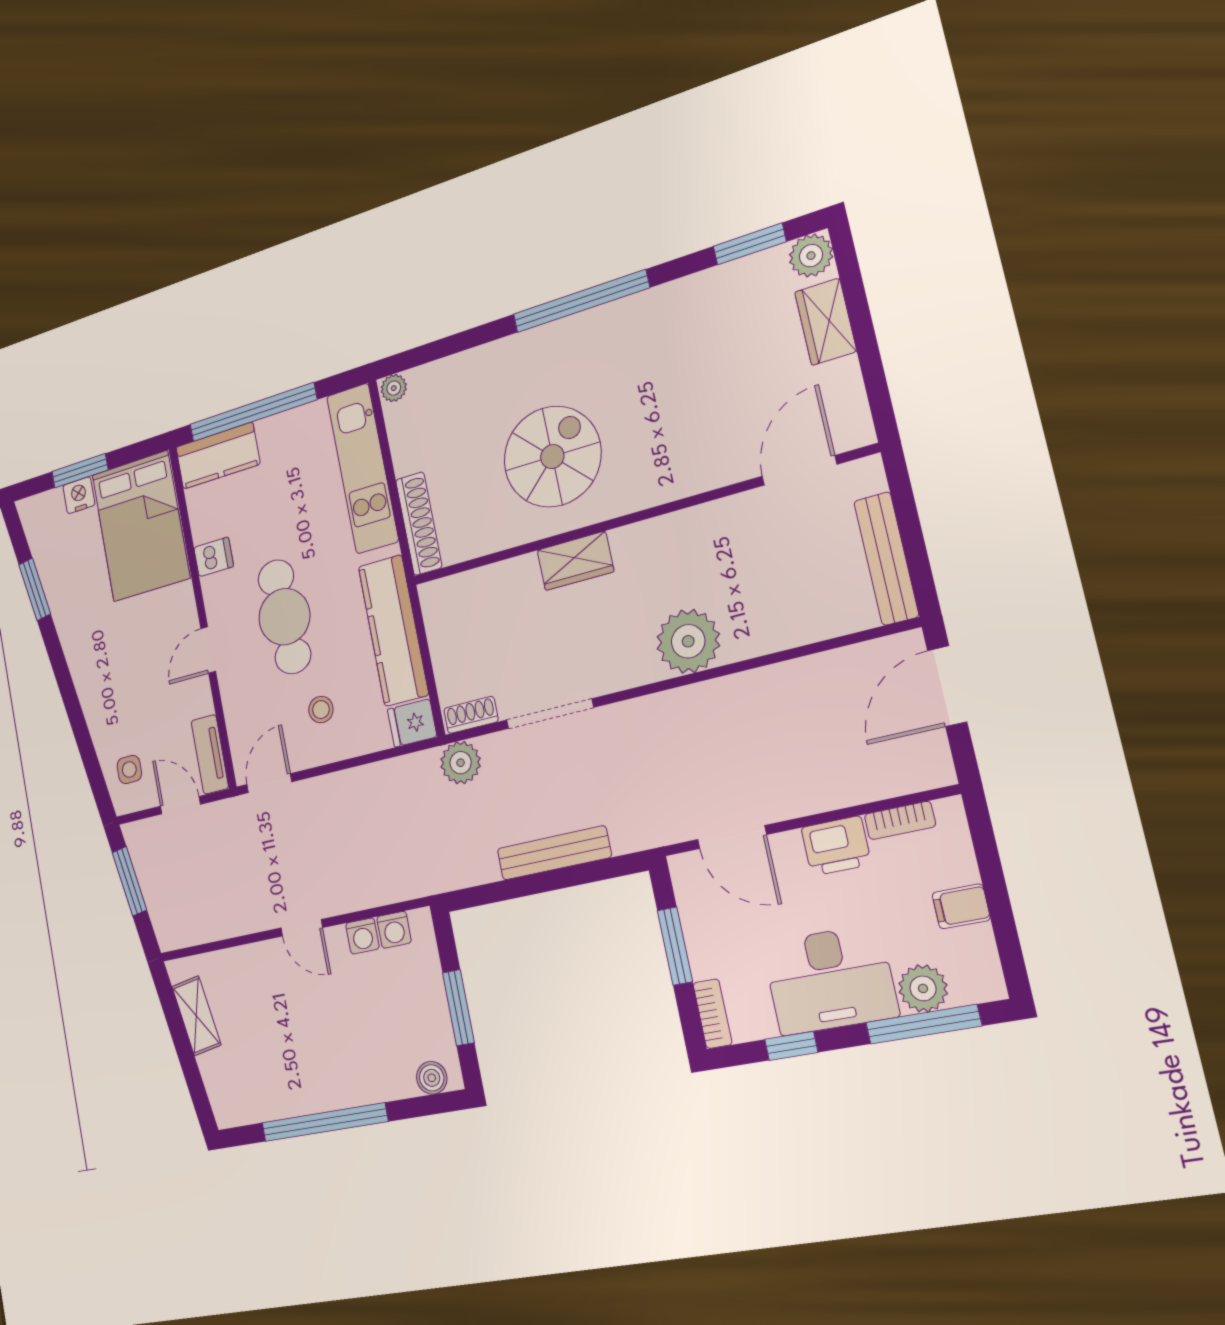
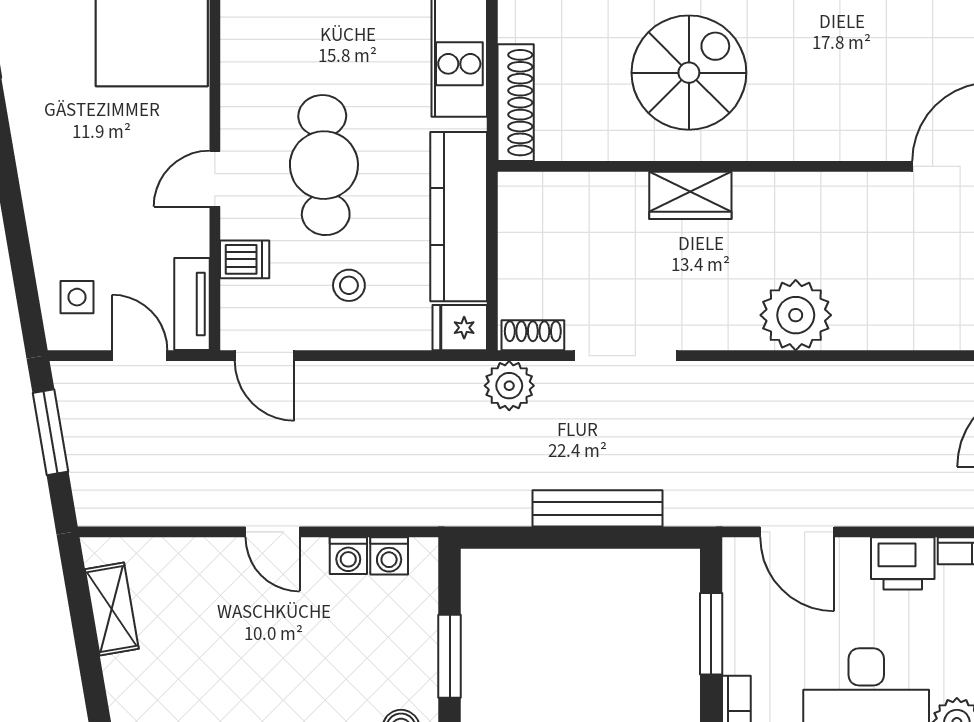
dishwasher: (214, 557) -> (245, 259), moved
door: (269, 783) -> (264, 356), swing flipped

